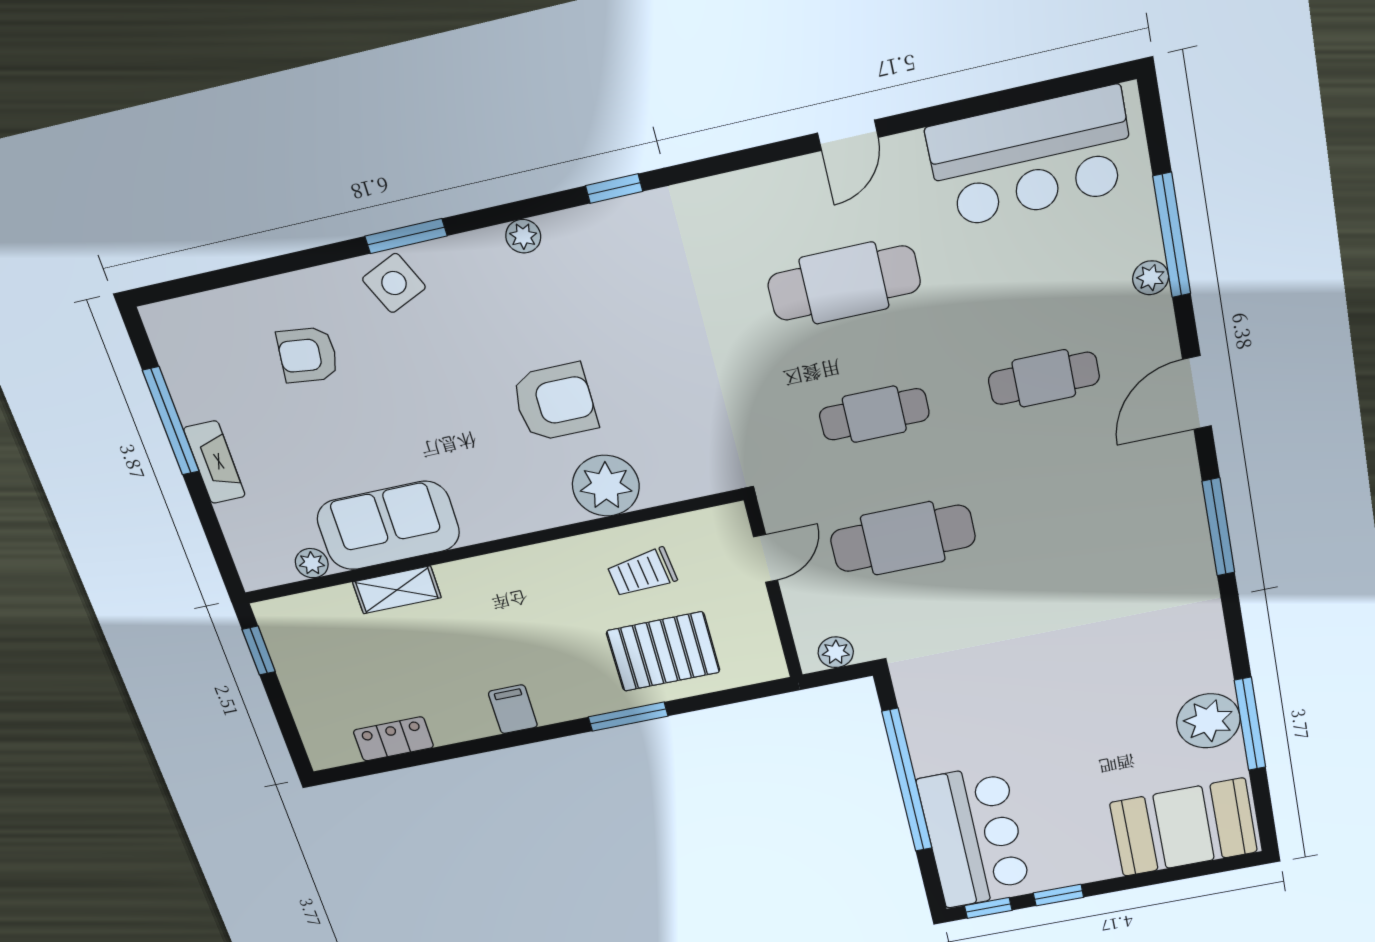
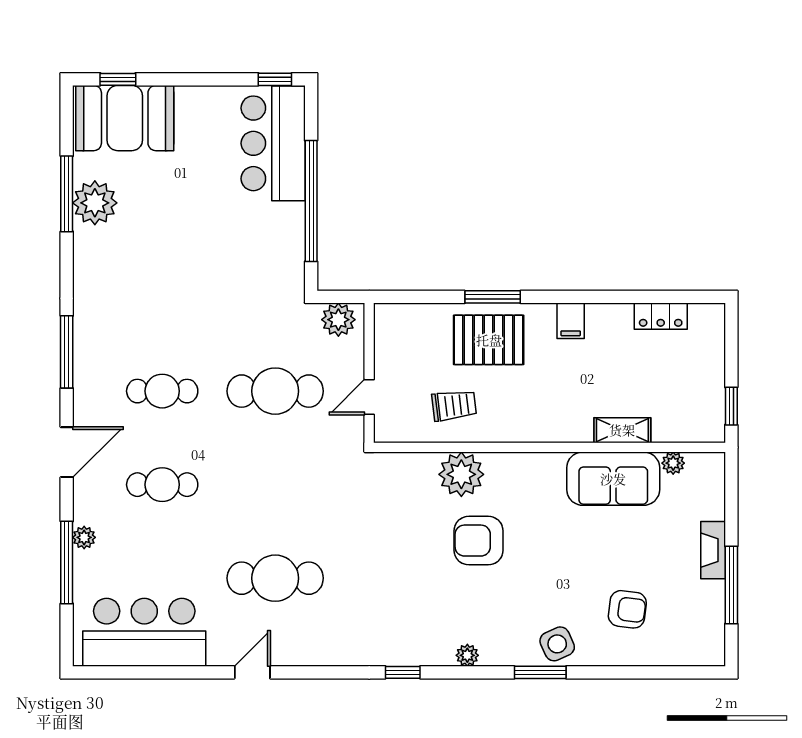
cafe table: (874, 414) -> (162, 391), moved
pallet: (663, 652) -> (489, 340), moved
plant: (836, 652) -> (338, 320), width x1.38, depth x1.38
window: (1058, 895) -> (118, 79), moved

